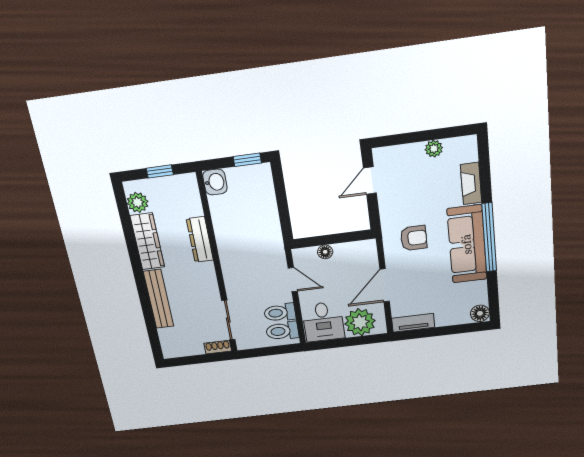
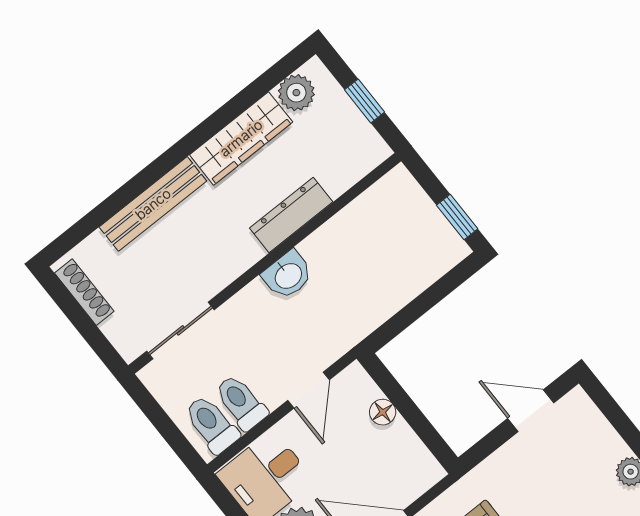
washbasin: (215, 182) -> (288, 275), moved
shoe rack: (218, 347) -> (84, 292), moved, width x1.43

